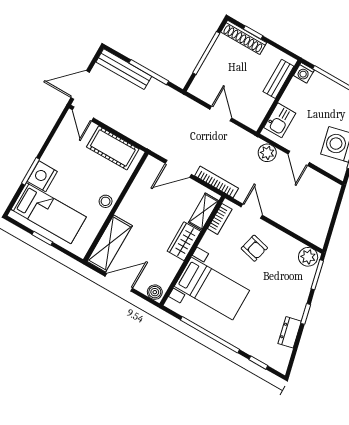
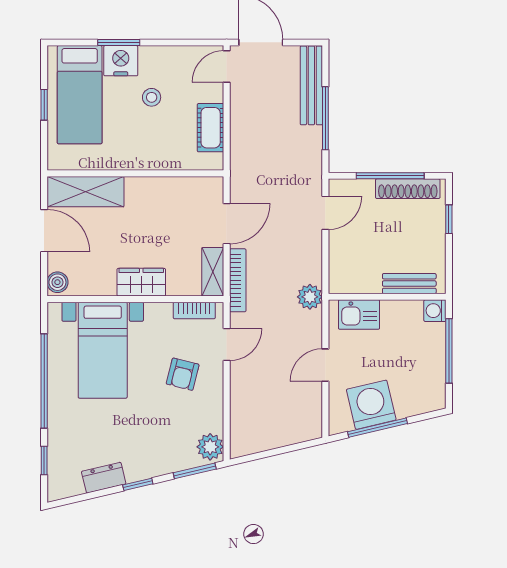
shoe rack: (244, 37) -> (408, 189), moved, turned -90
door: (221, 114) -> (325, 213), moved
cot: (113, 148) -> (211, 128), width x0.73, depth x0.75
plant: (267, 153) -> (310, 297), moved
door: (178, 169) -> (227, 224), swing flipped
stool: (106, 201) -> (152, 97), moved
shelving: (204, 212) -> (213, 272), moved, turned 90

